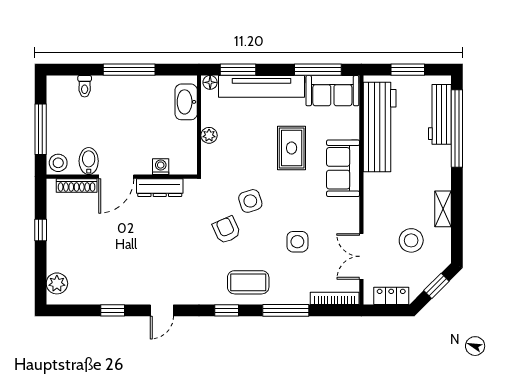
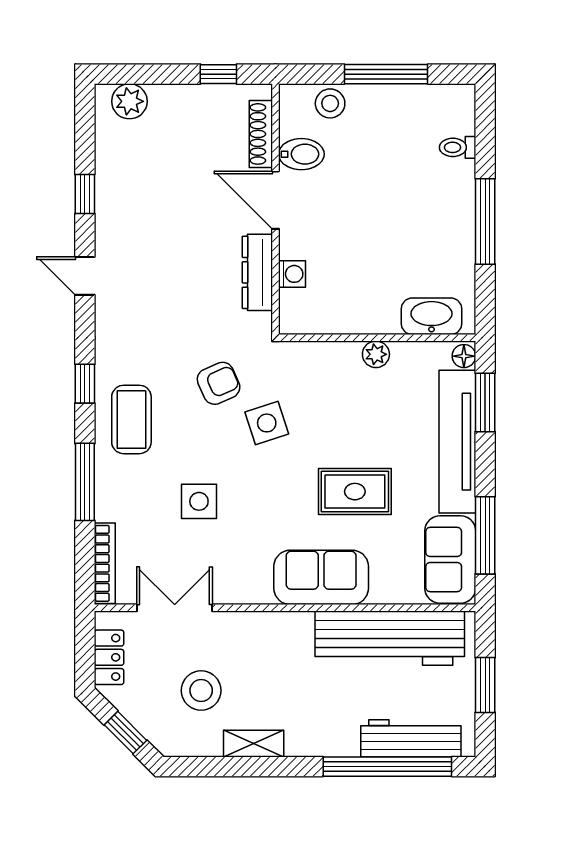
bidet: (89, 161) -> (301, 154), moved
washing machine: (161, 167) -> (292, 274), moved
door: (116, 177) -> (275, 200), moved
wall: (122, 177) -> (275, 209), moved
shoe rack: (77, 185) -> (261, 134), moved
dresser: (160, 188) -> (257, 272), moved

